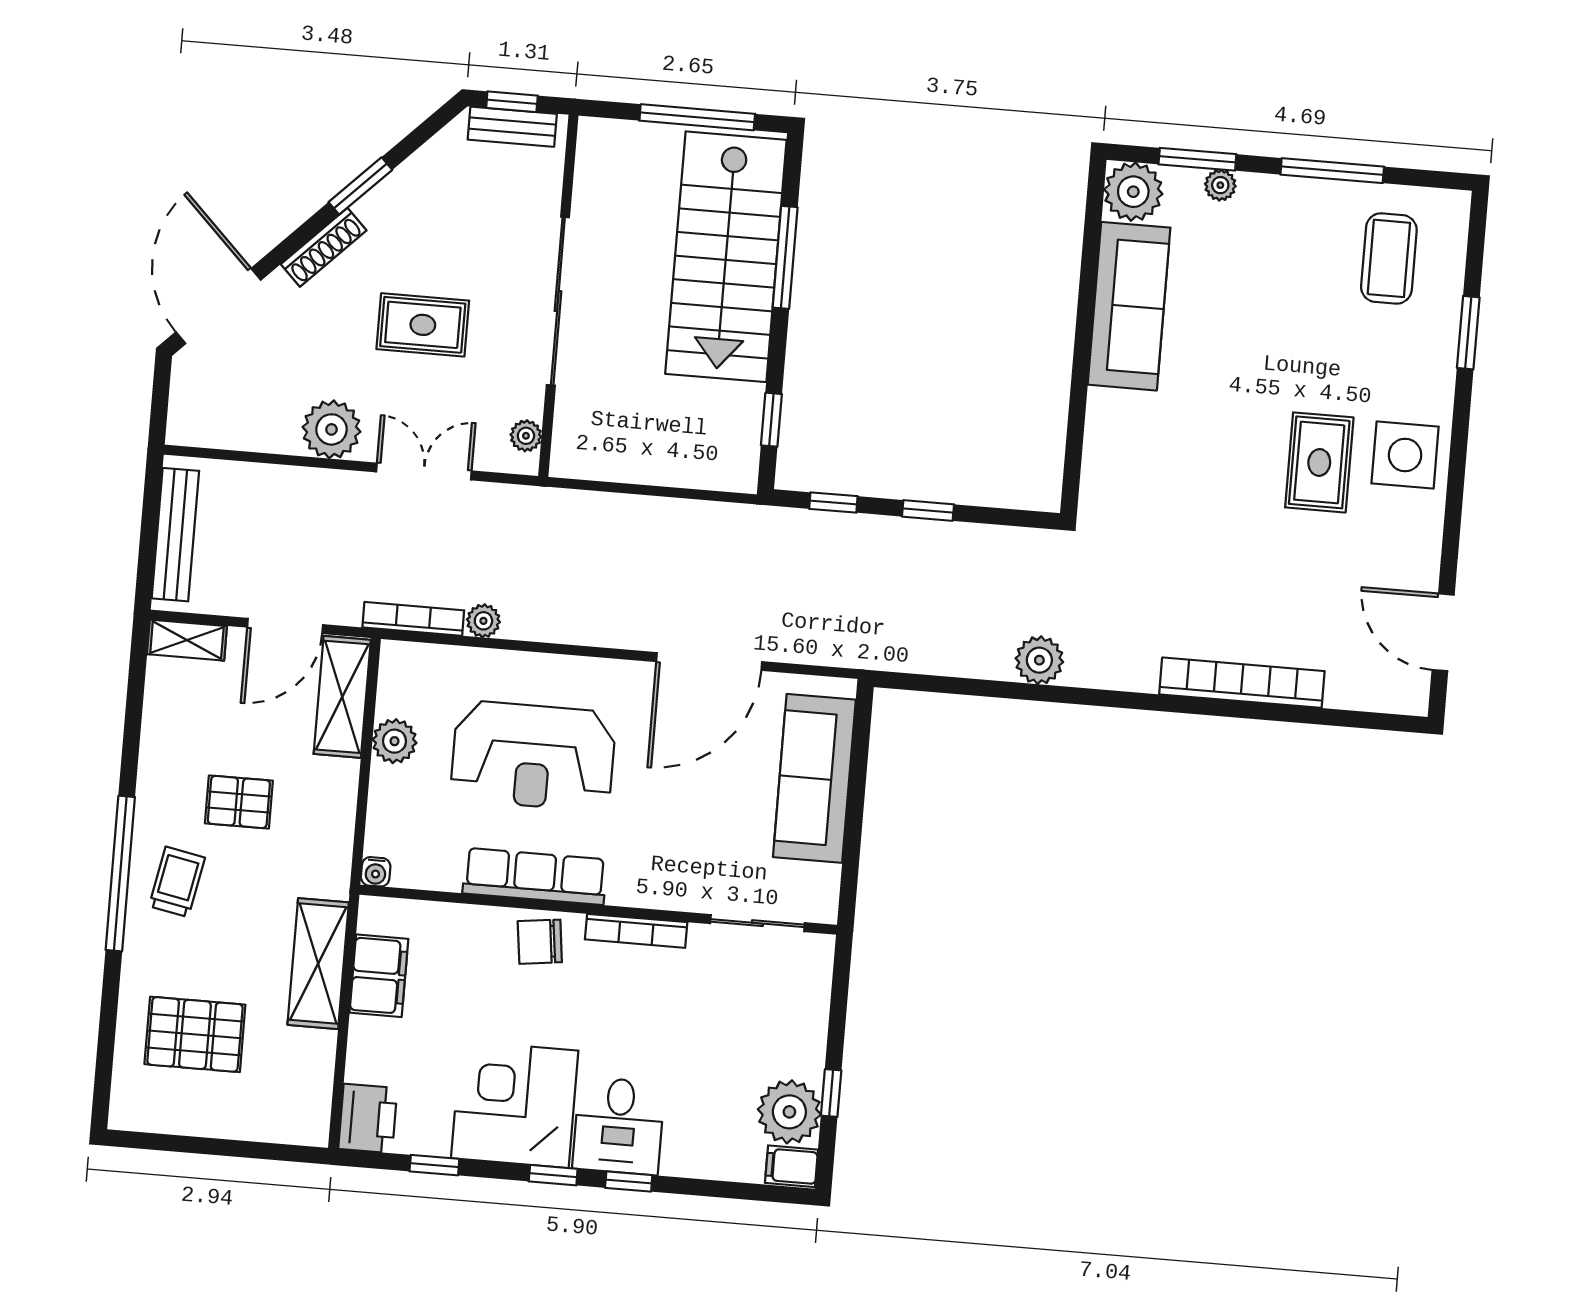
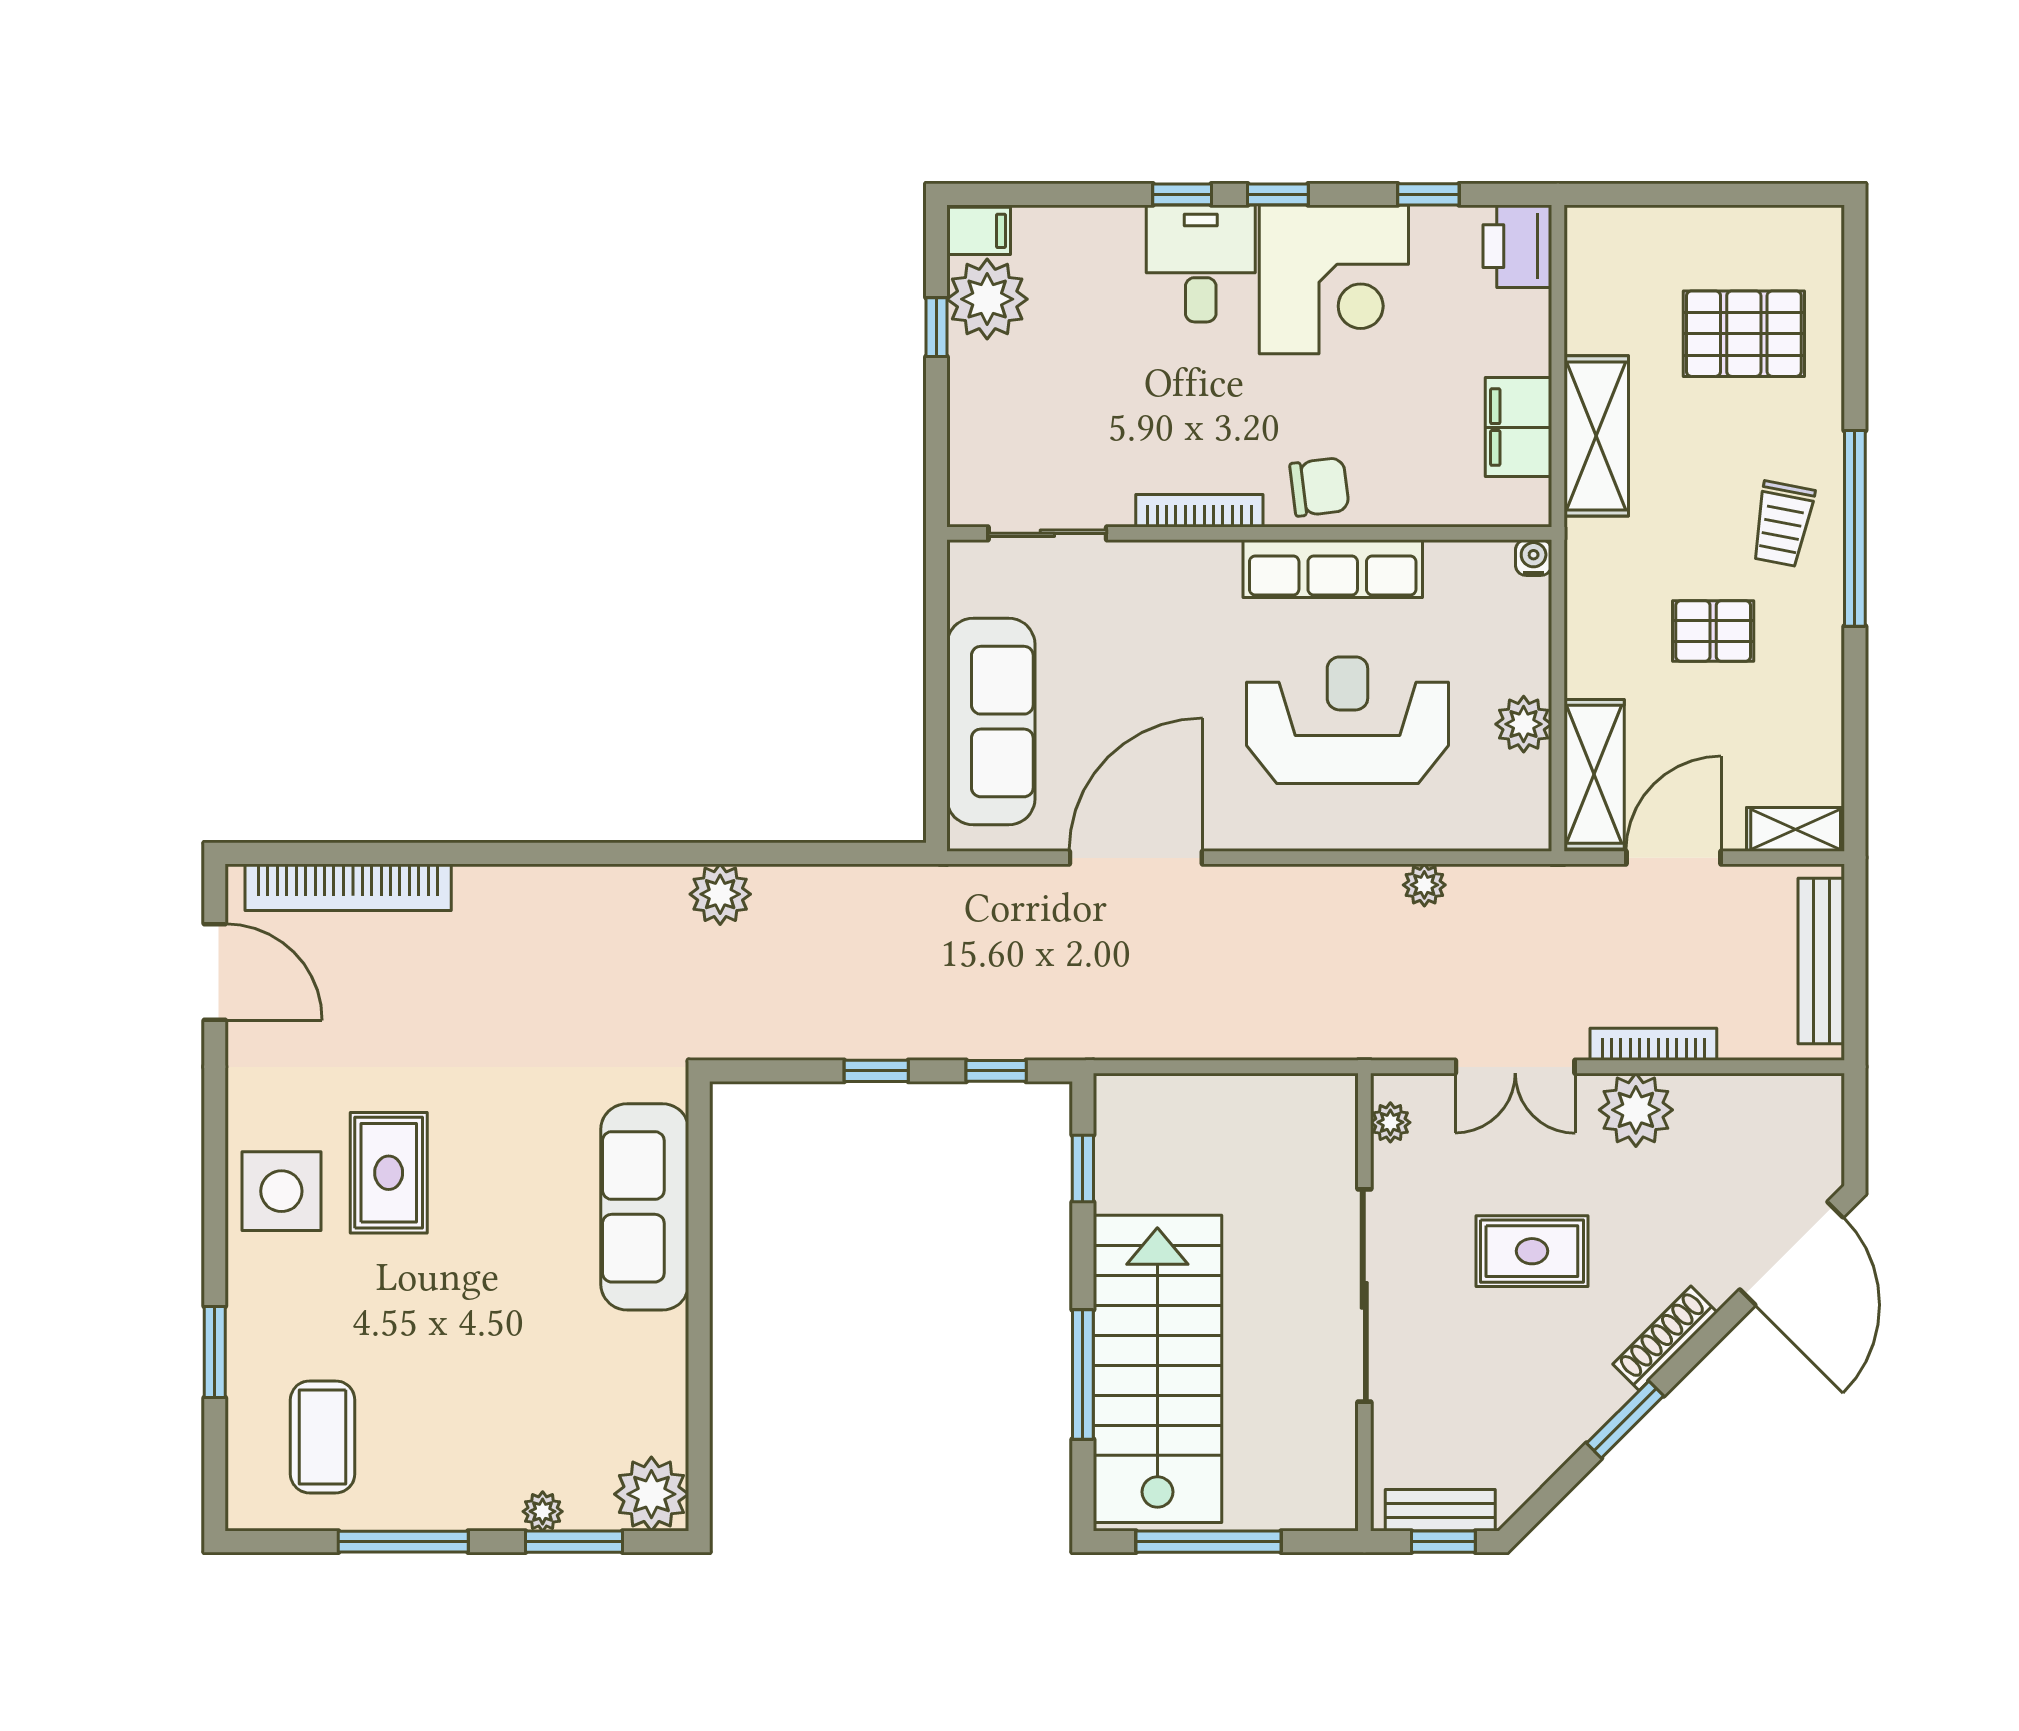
sofa: (1129, 306) -> (645, 1207), moved
bookcase: (413, 619) -> (1653, 1044), moved, turned 180
bookcase: (1242, 683) -> (348, 887), moved

